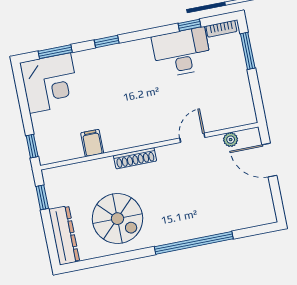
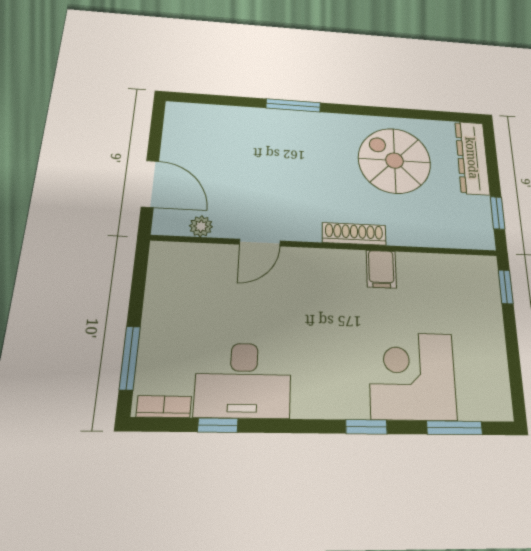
corner desk: (50, 83) -> (412, 376), moved
filing cabinet: (92, 143) -> (381, 269), moved
window: (194, 243) -> (293, 105), width x0.47

